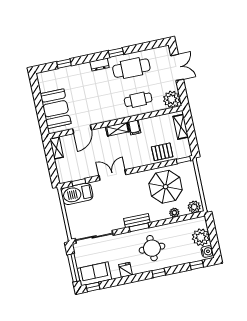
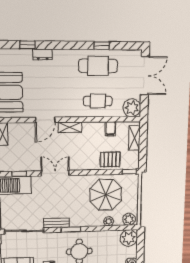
window: (116, 53) -> (102, 46), moved
dresser: (100, 65) -> (43, 54), moved
double door: (177, 67) -> (145, 76), width x1.37
filing cabinet: (134, 127) -> (110, 129), moved
door: (82, 129) -> (45, 120), moved
bench: (137, 221) -> (56, 223), moved
plant: (201, 237) -> (129, 238), moved

